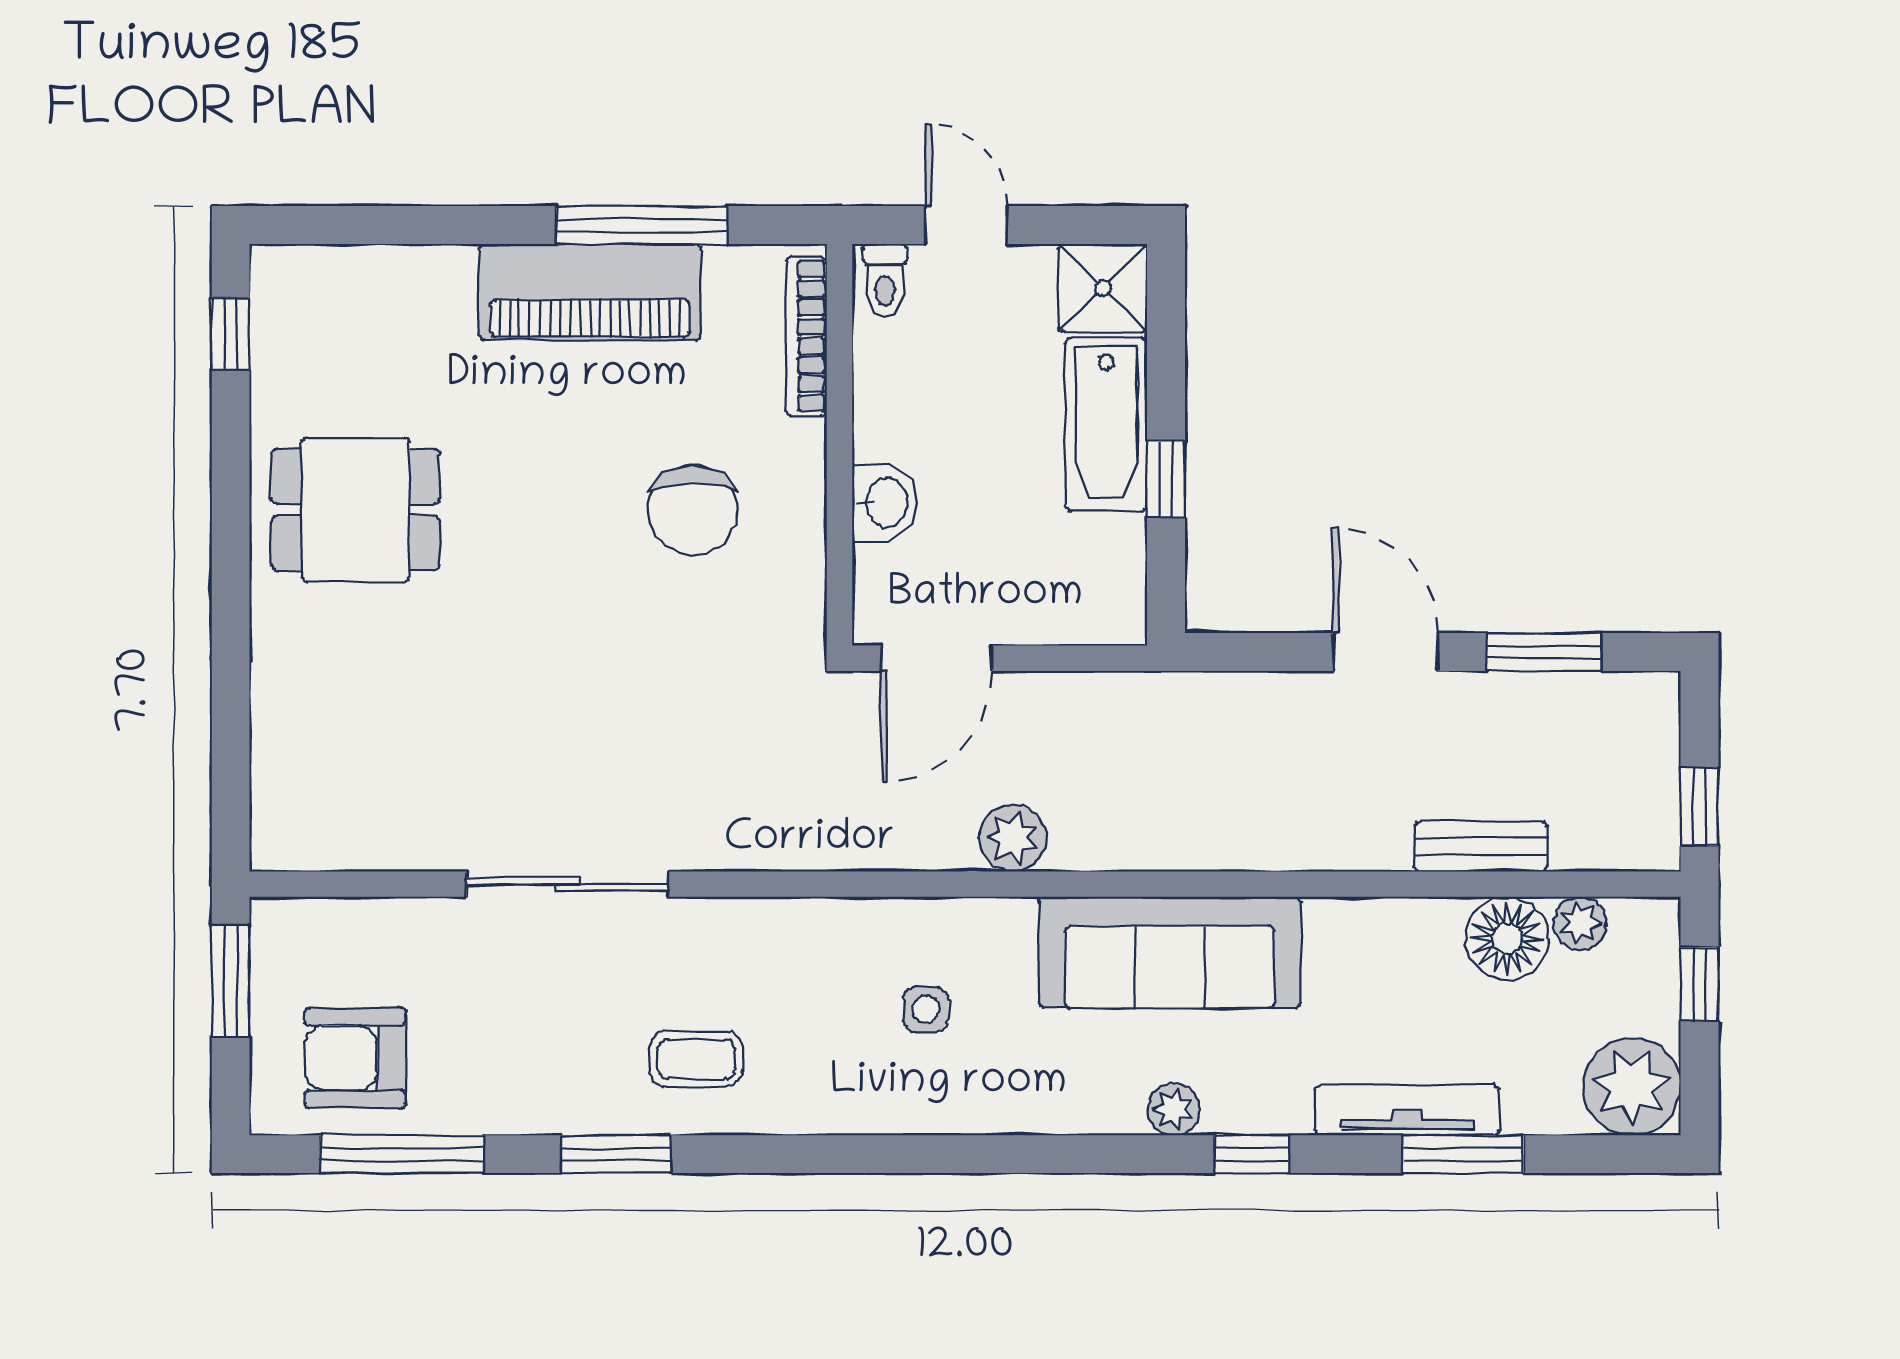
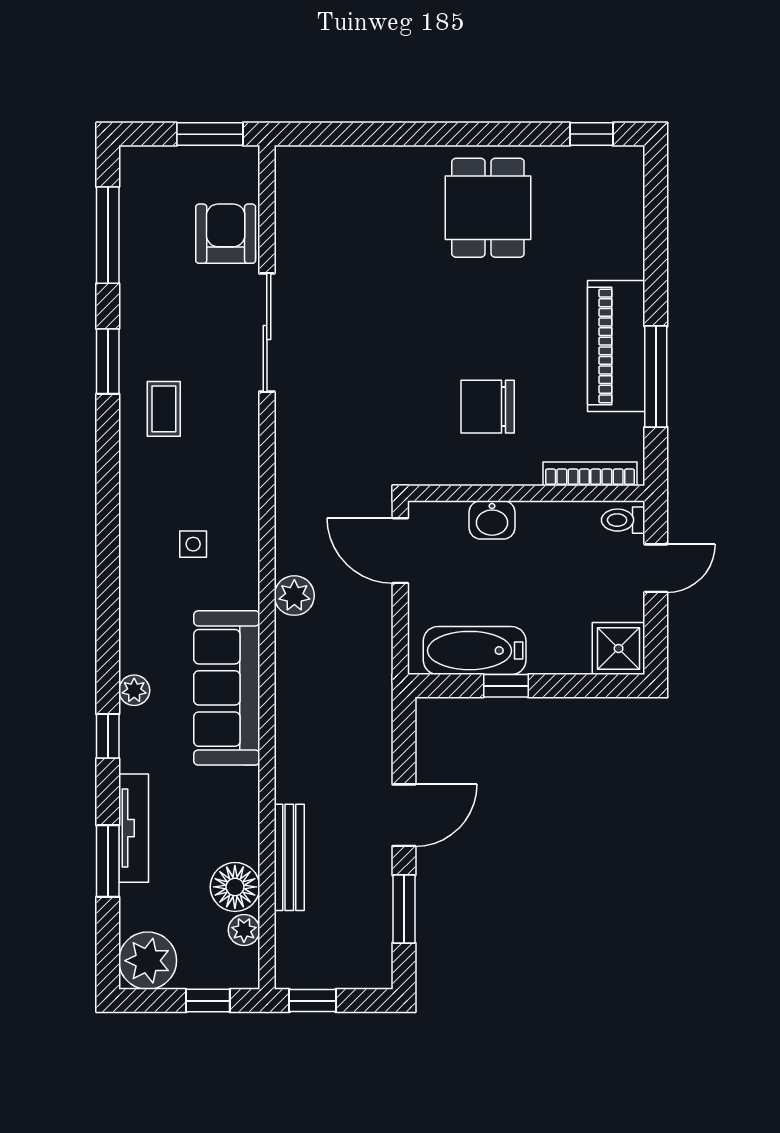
bathtub: (1106, 424) -> (475, 651), moved
bench: (1481, 846) -> (289, 857), width x1.36
armchair: (355, 1058) -> (226, 234), moved

